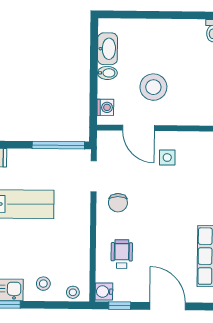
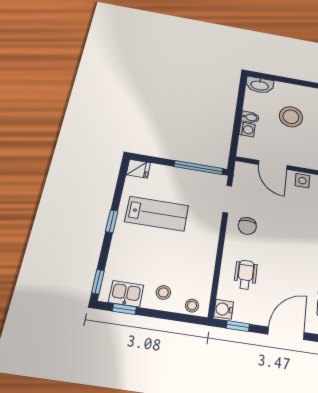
washbasin: (108, 49) -> (260, 85), moved, turned 90
stool: (153, 87) -> (291, 117), moved
washing machine: (105, 107) -> (247, 130), moved
side table: (167, 158) -> (302, 181), moved
door: (168, 306) -> (286, 333), hinge flipped

